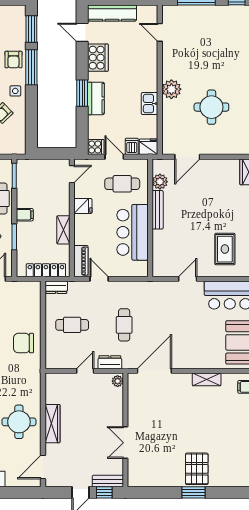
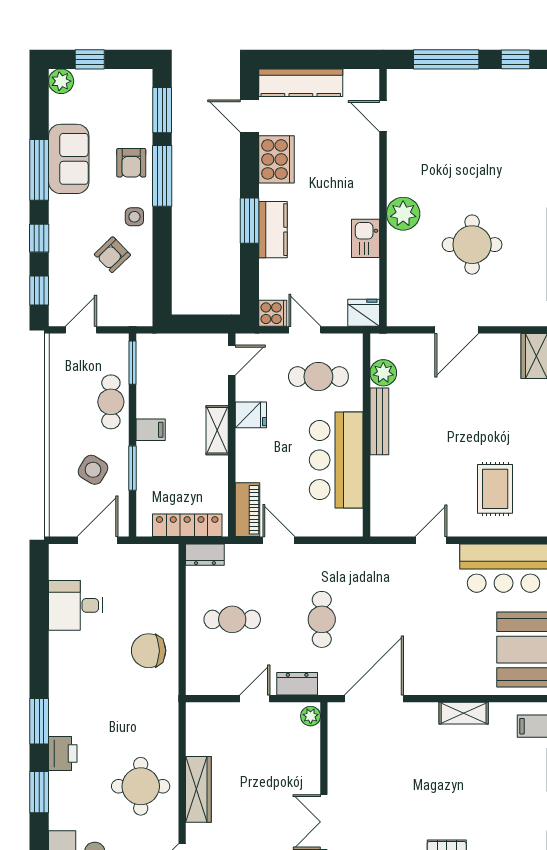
dishwasher: (132, 146) -> (335, 312), removed
door: (187, 157) -> (457, 330), moved
shelving: (63, 230) -> (217, 430), moved

